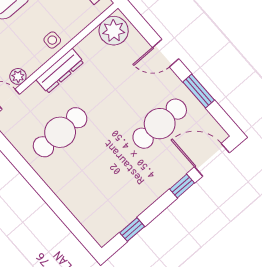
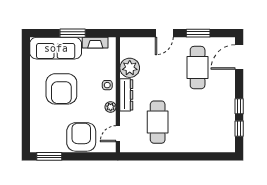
plant: (114, 31) -> (130, 68), moved
plant: (18, 76) -> (111, 107), moved
window: (182, 186) -> (239, 106), moved

